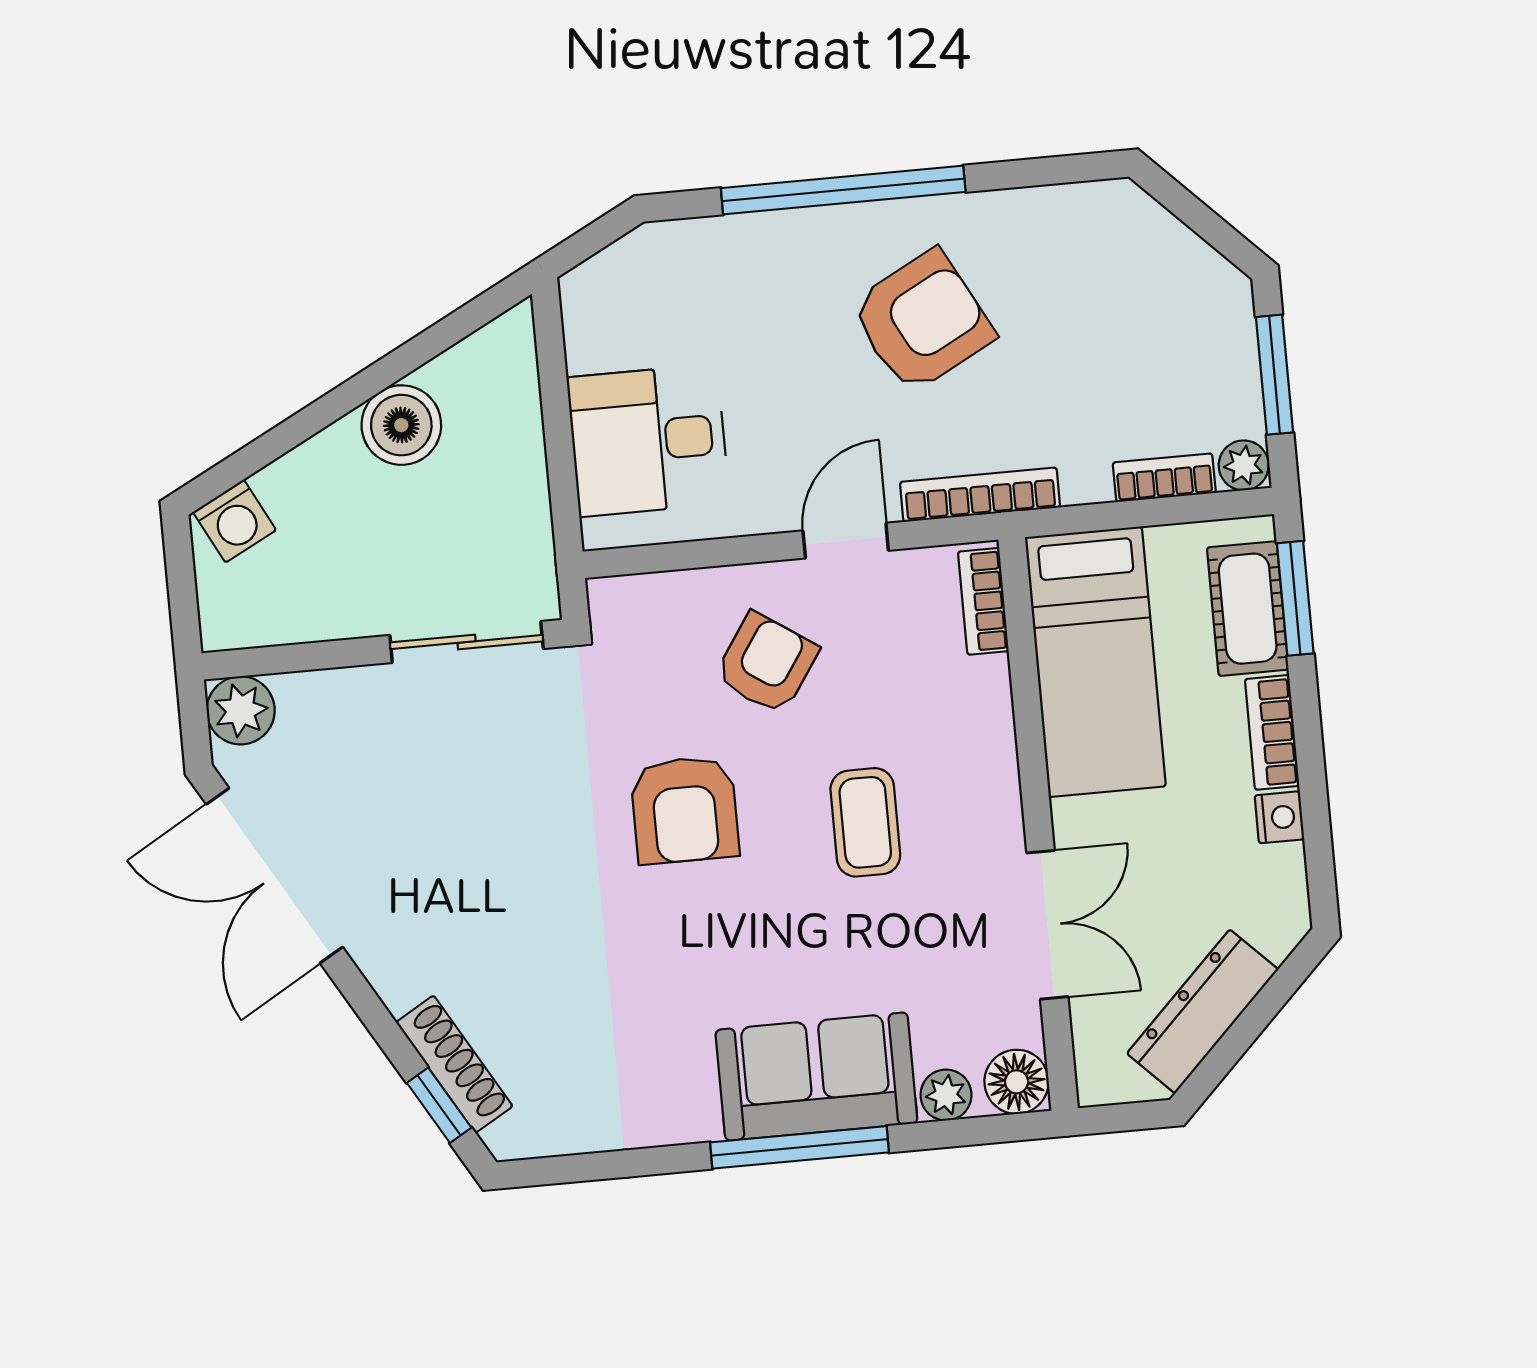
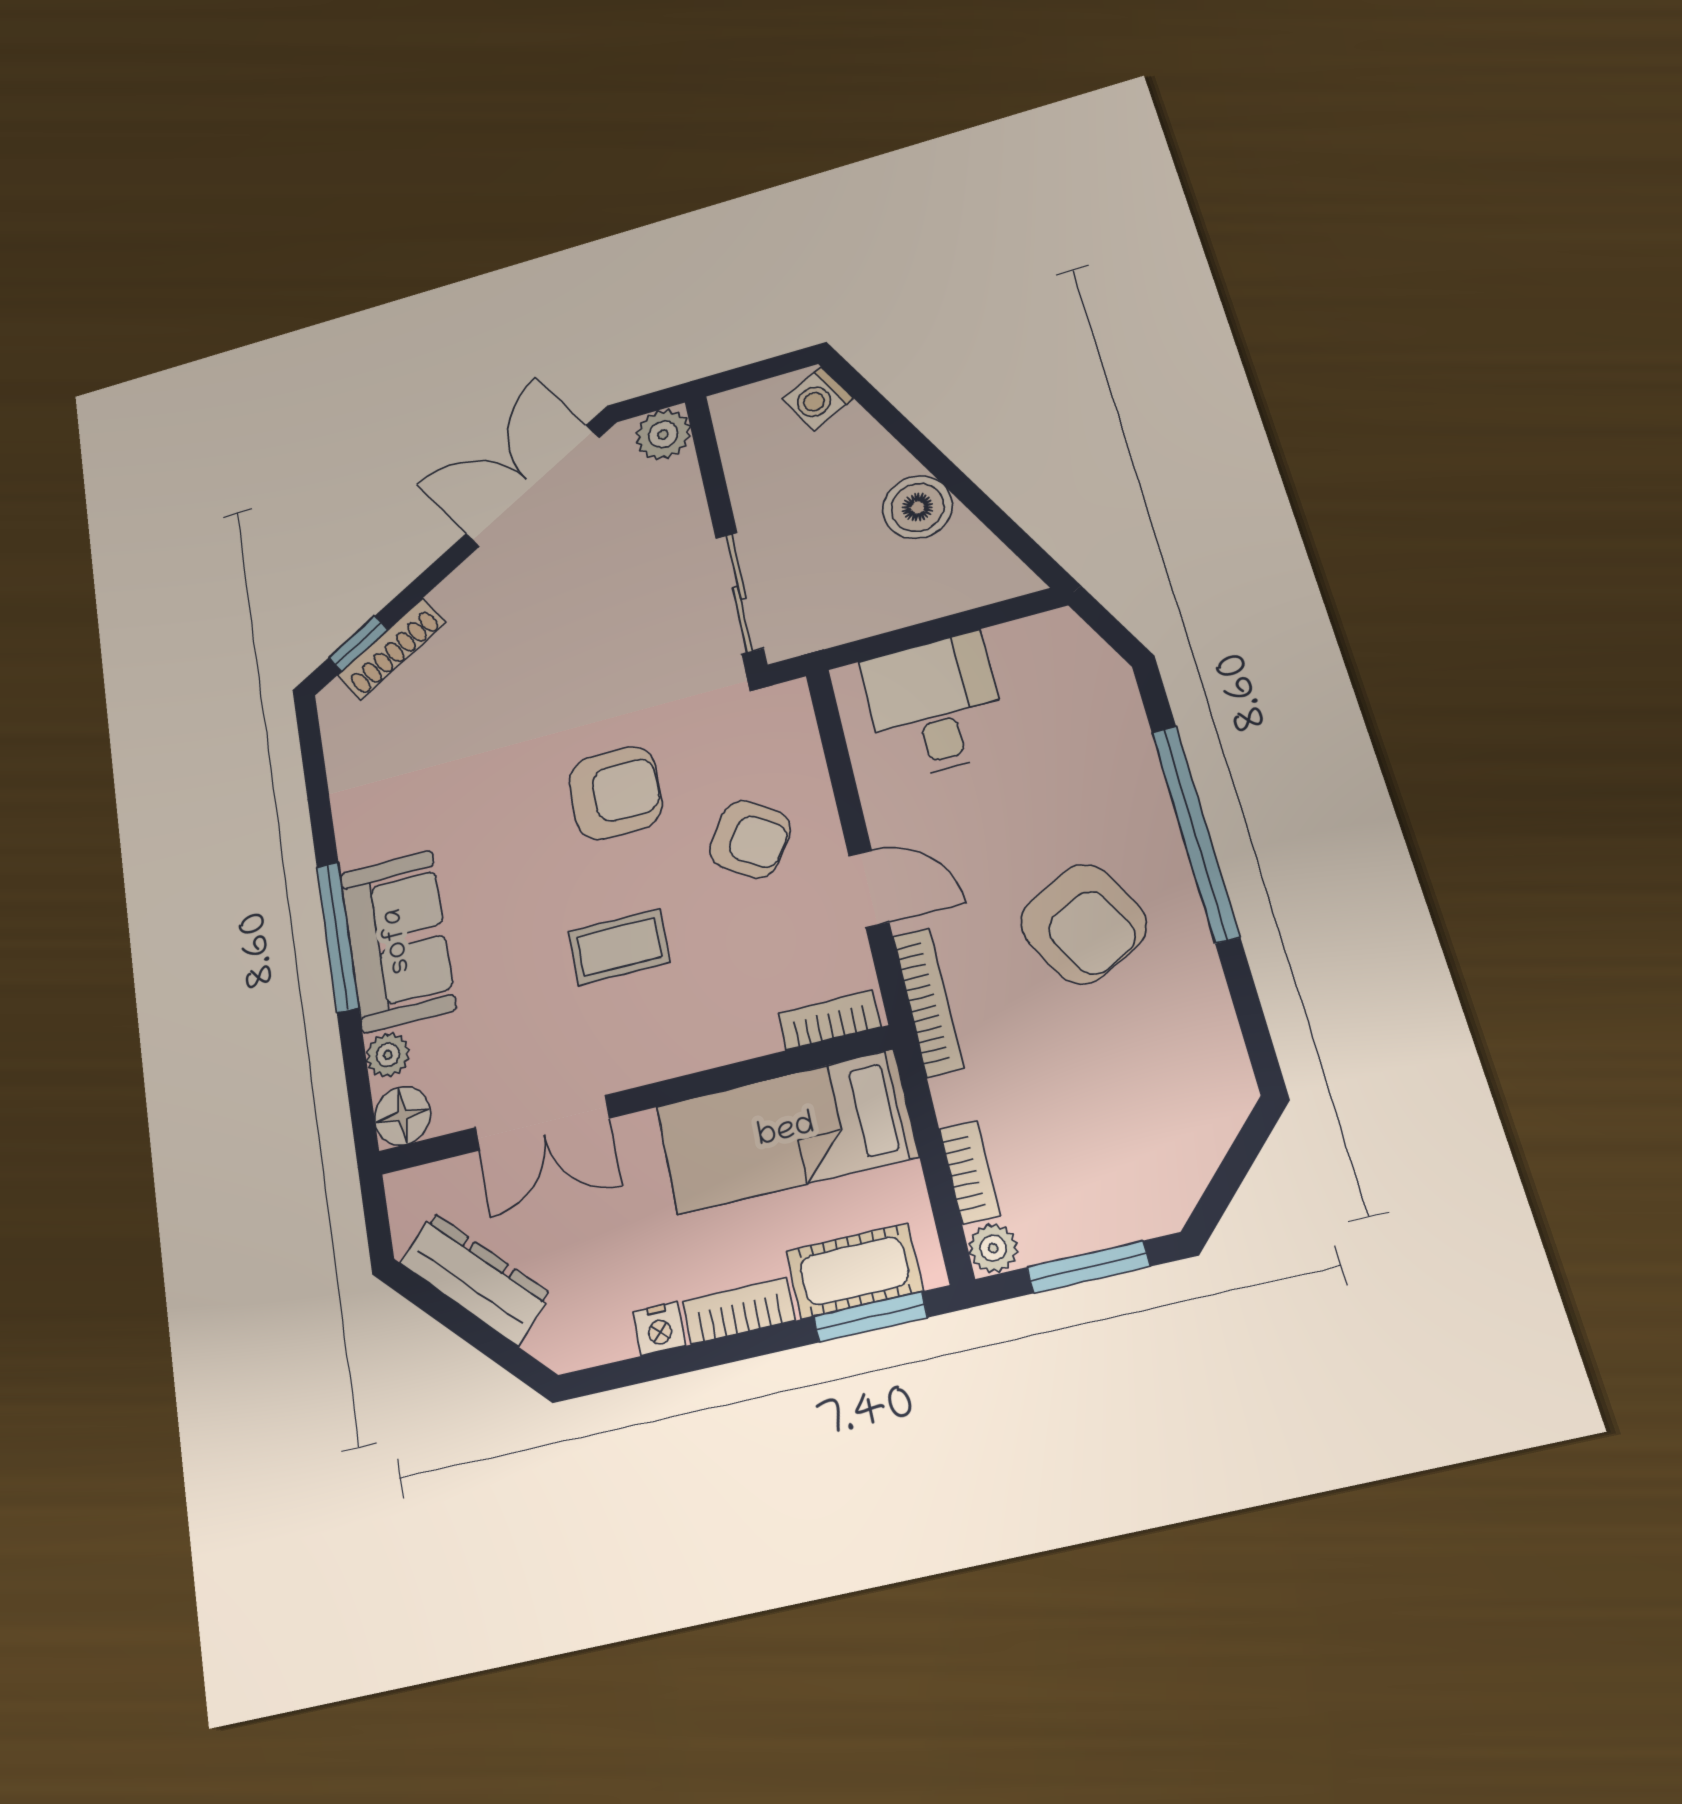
armchair: (685, 810) -> (615, 793), turned 180

